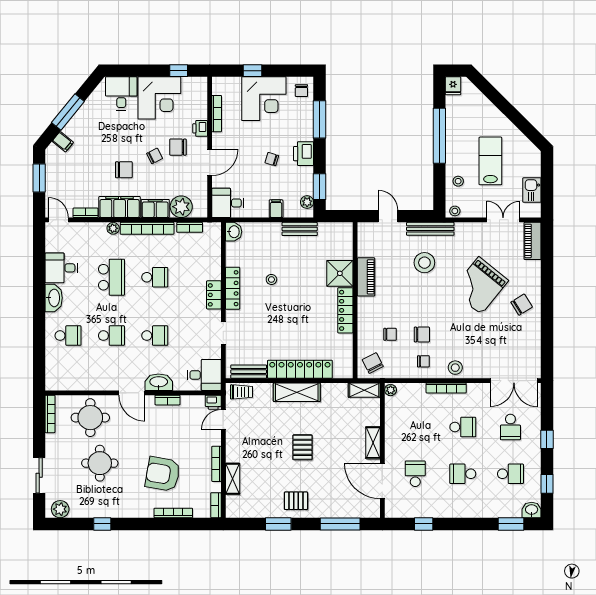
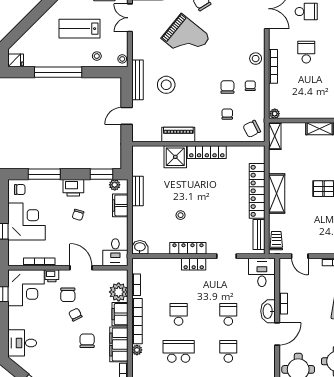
corner desk: (159, 98) -> (26, 288), moved, turned 90
filing cabinet: (276, 209) -> (120, 205), width x2.00
printer: (213, 402) -> (285, 265), removed

